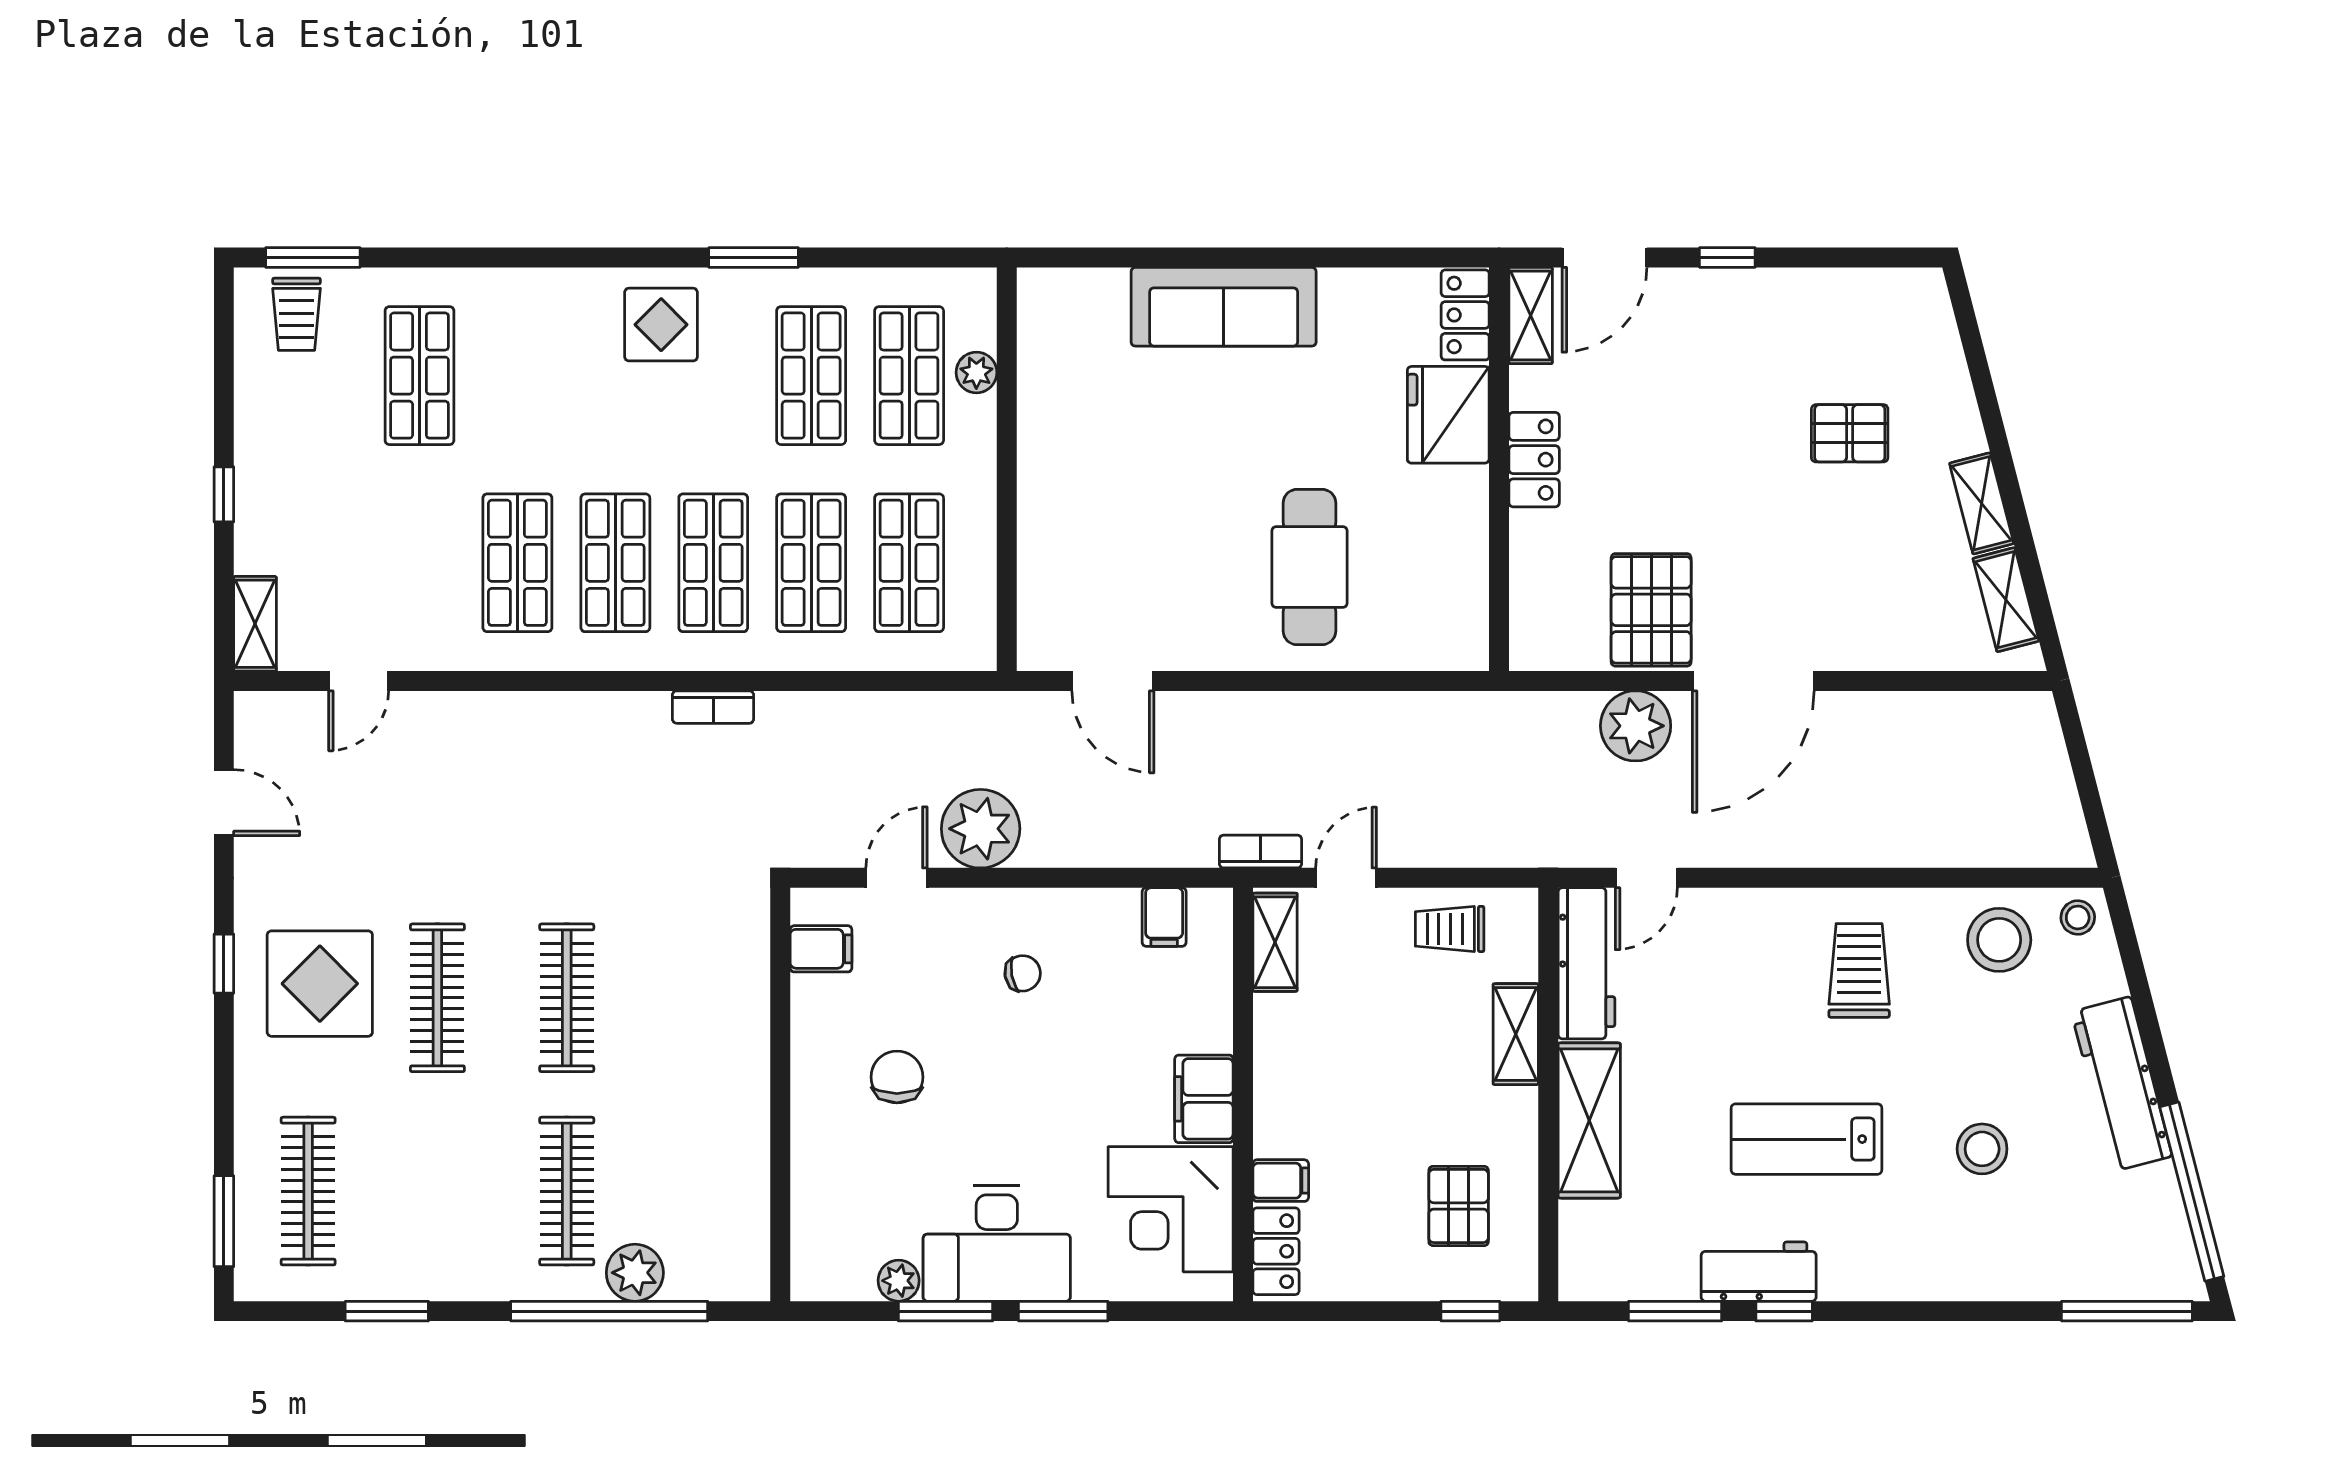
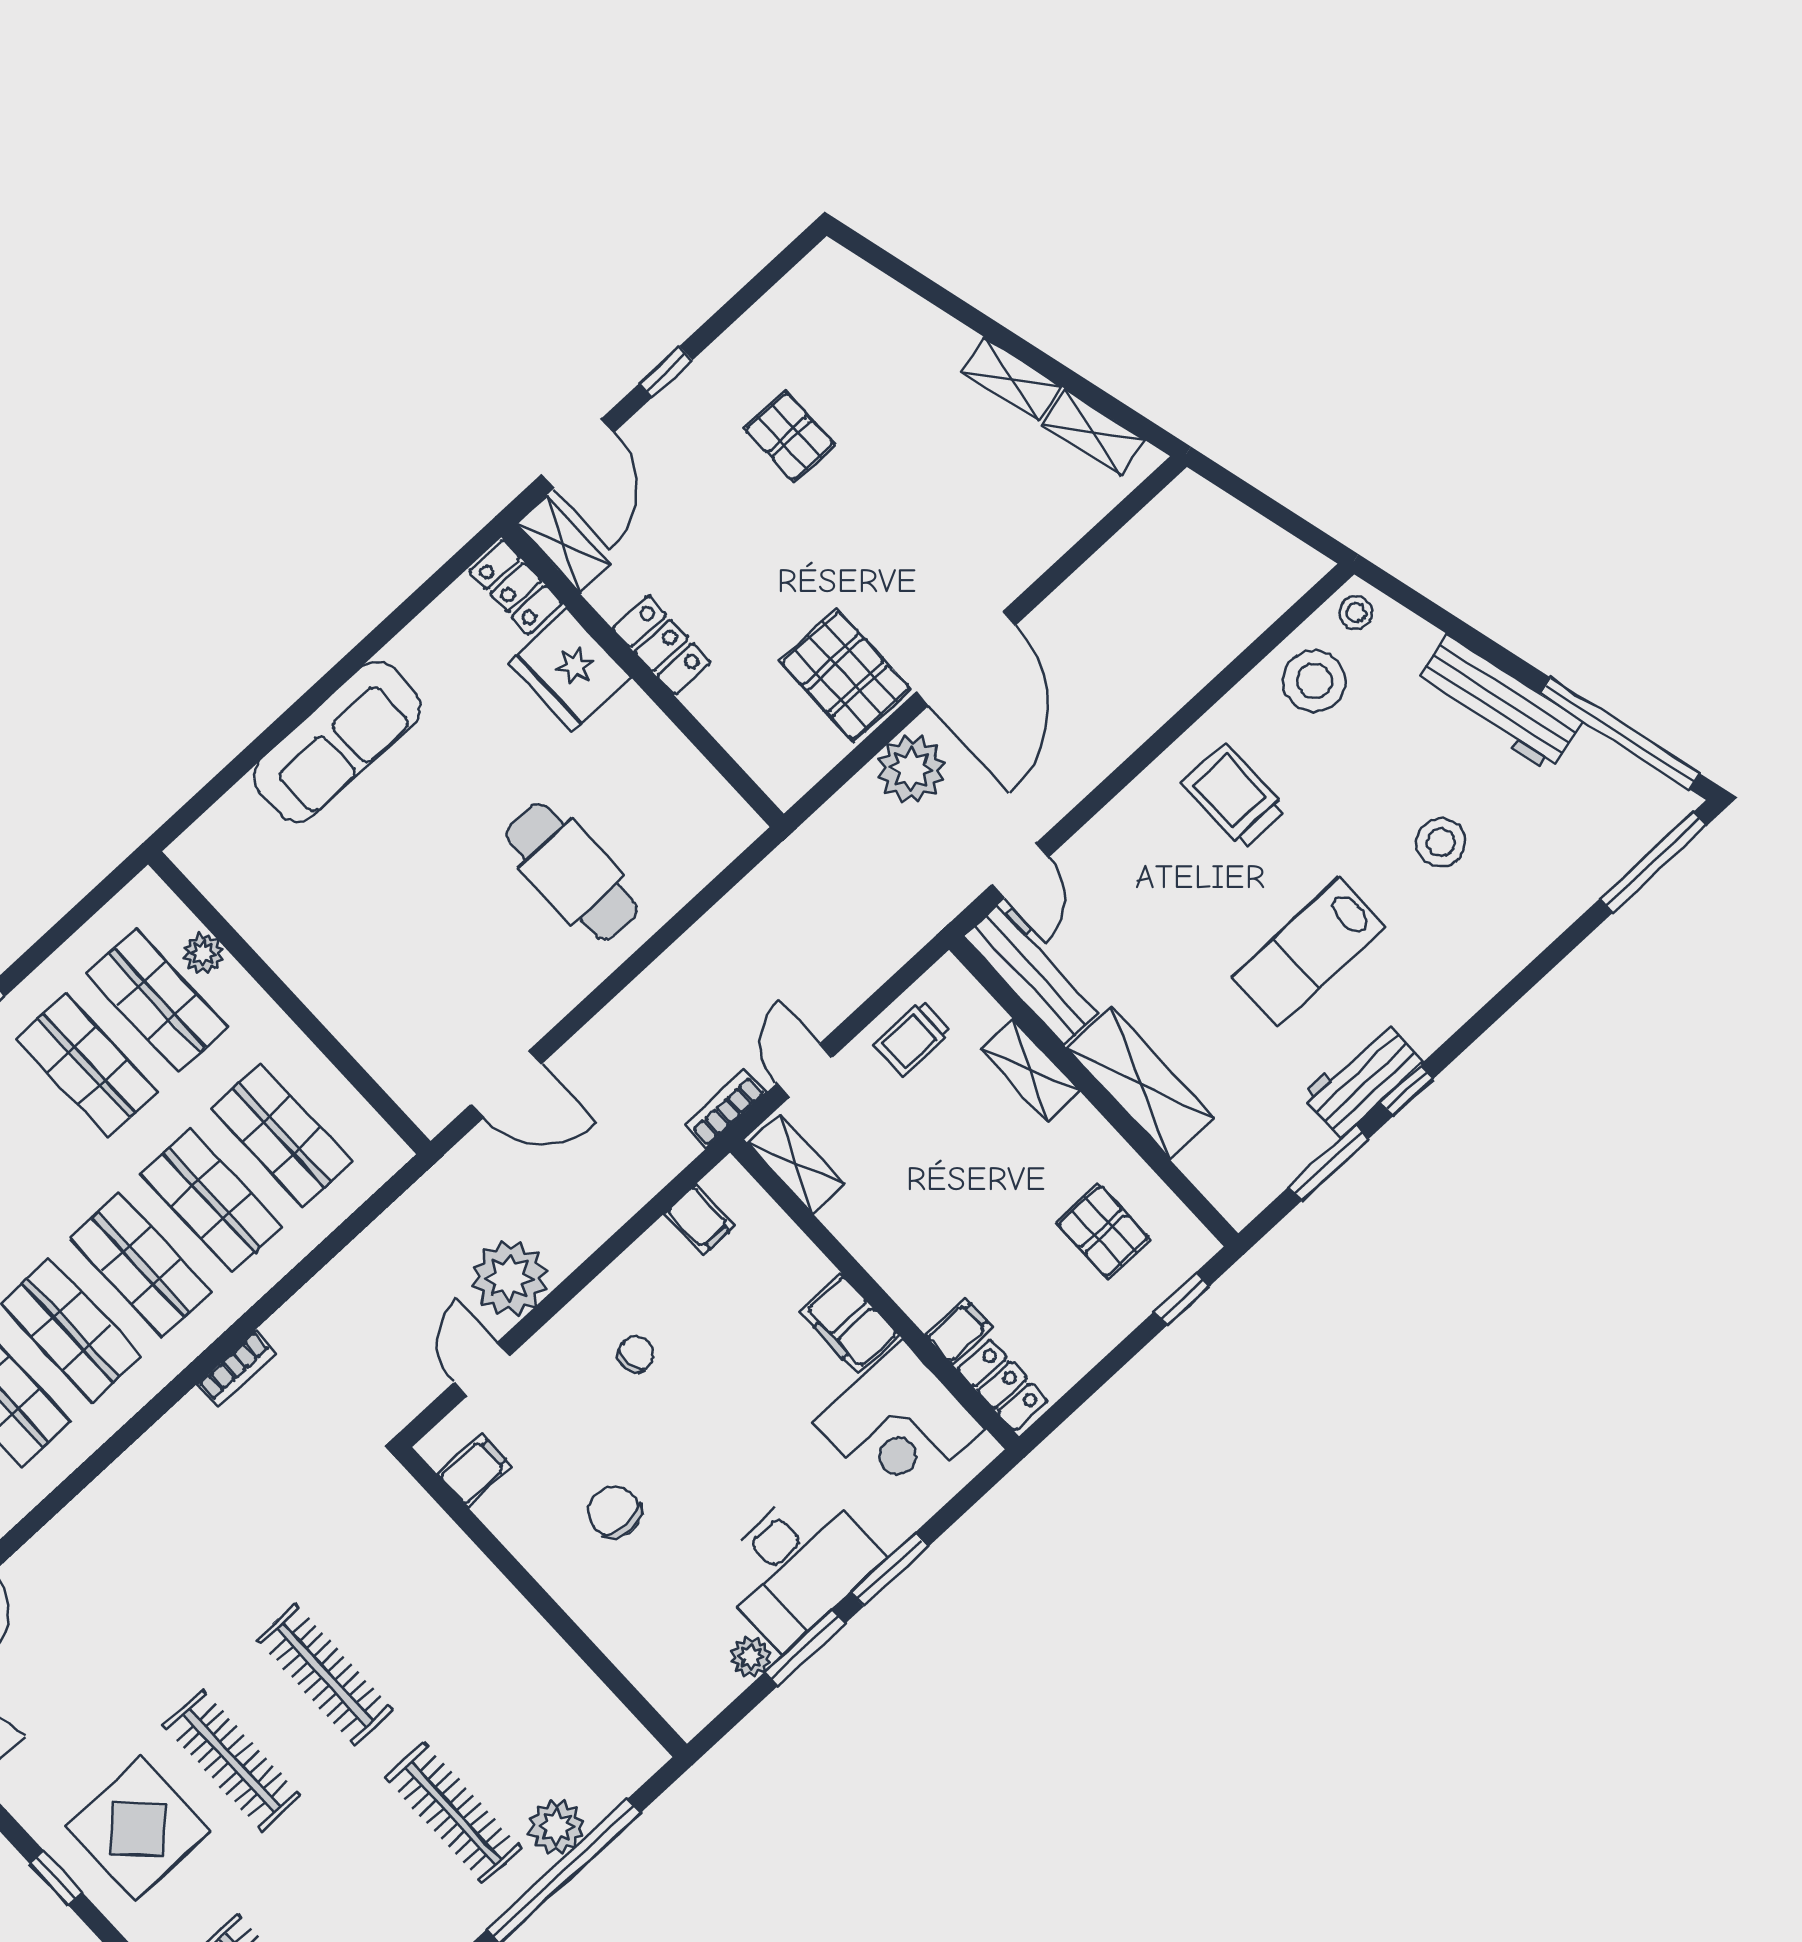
pallet: (1850, 433) -> (789, 437), moved, turned 90

